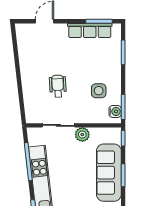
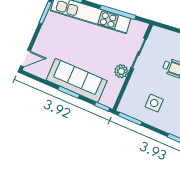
water cooler: (115, 111) -> (129, 110), removed

